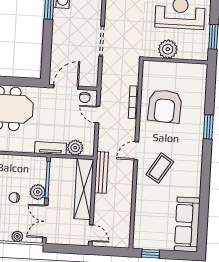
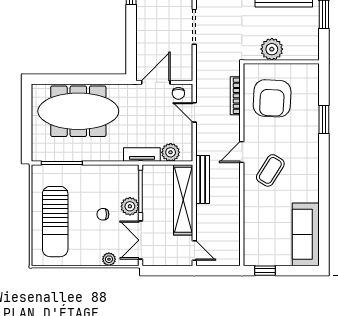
plant: (168, 49) -> (272, 49), moved
wall: (175, 61) -> (281, 62), moved

